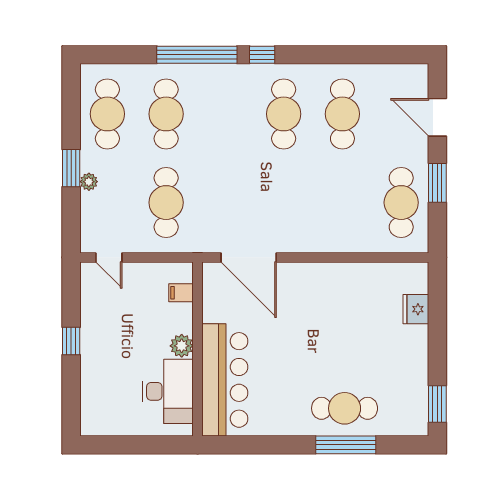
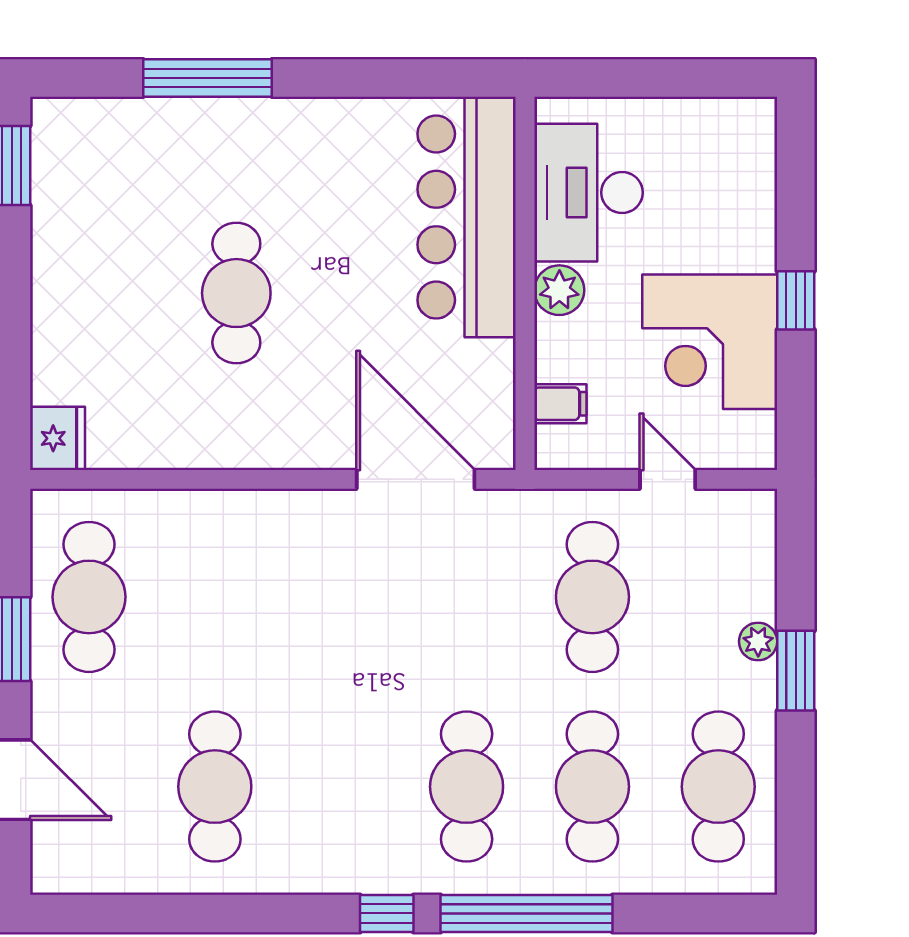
cafe table: (284, 114) -> (467, 787), moved
door: (109, 257) -> (668, 479), moved
fridge: (416, 309) -> (58, 438), moved
corner desk: (111, 322) -> (710, 342), added
cafe table: (345, 408) -> (236, 293), moved, turned 90

